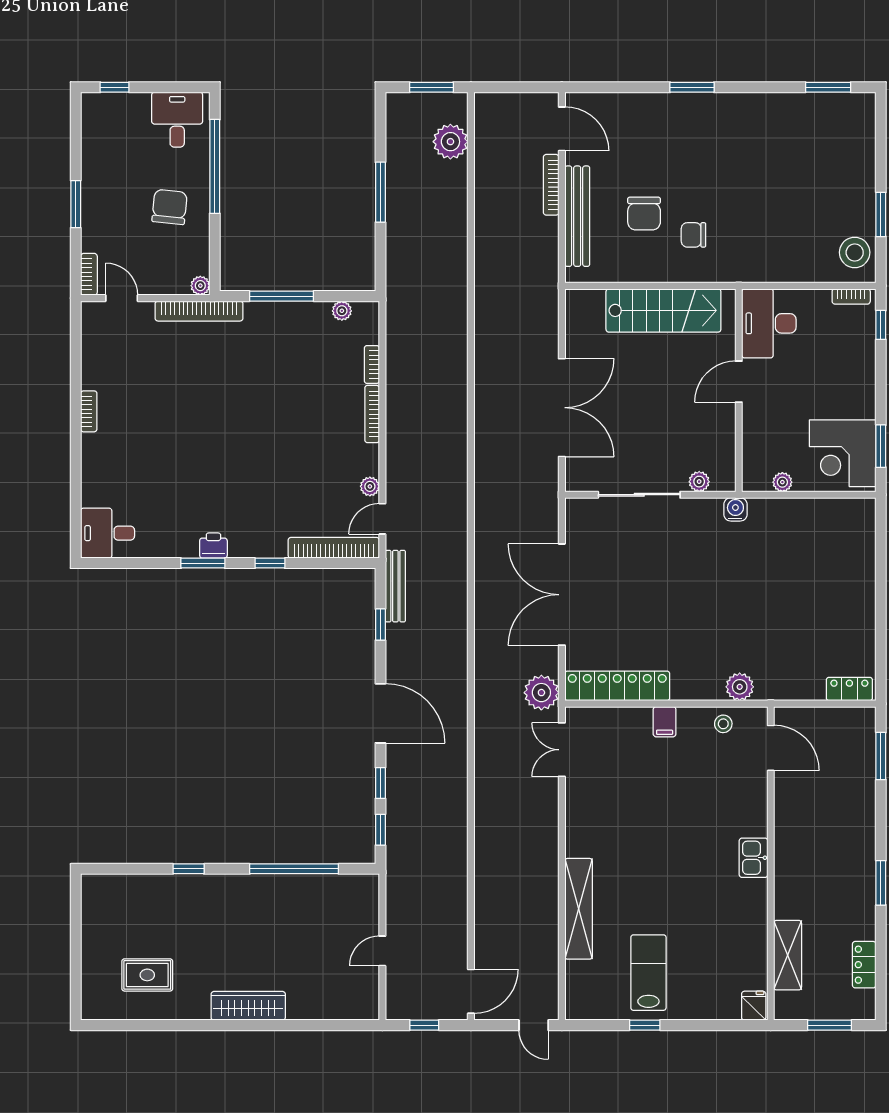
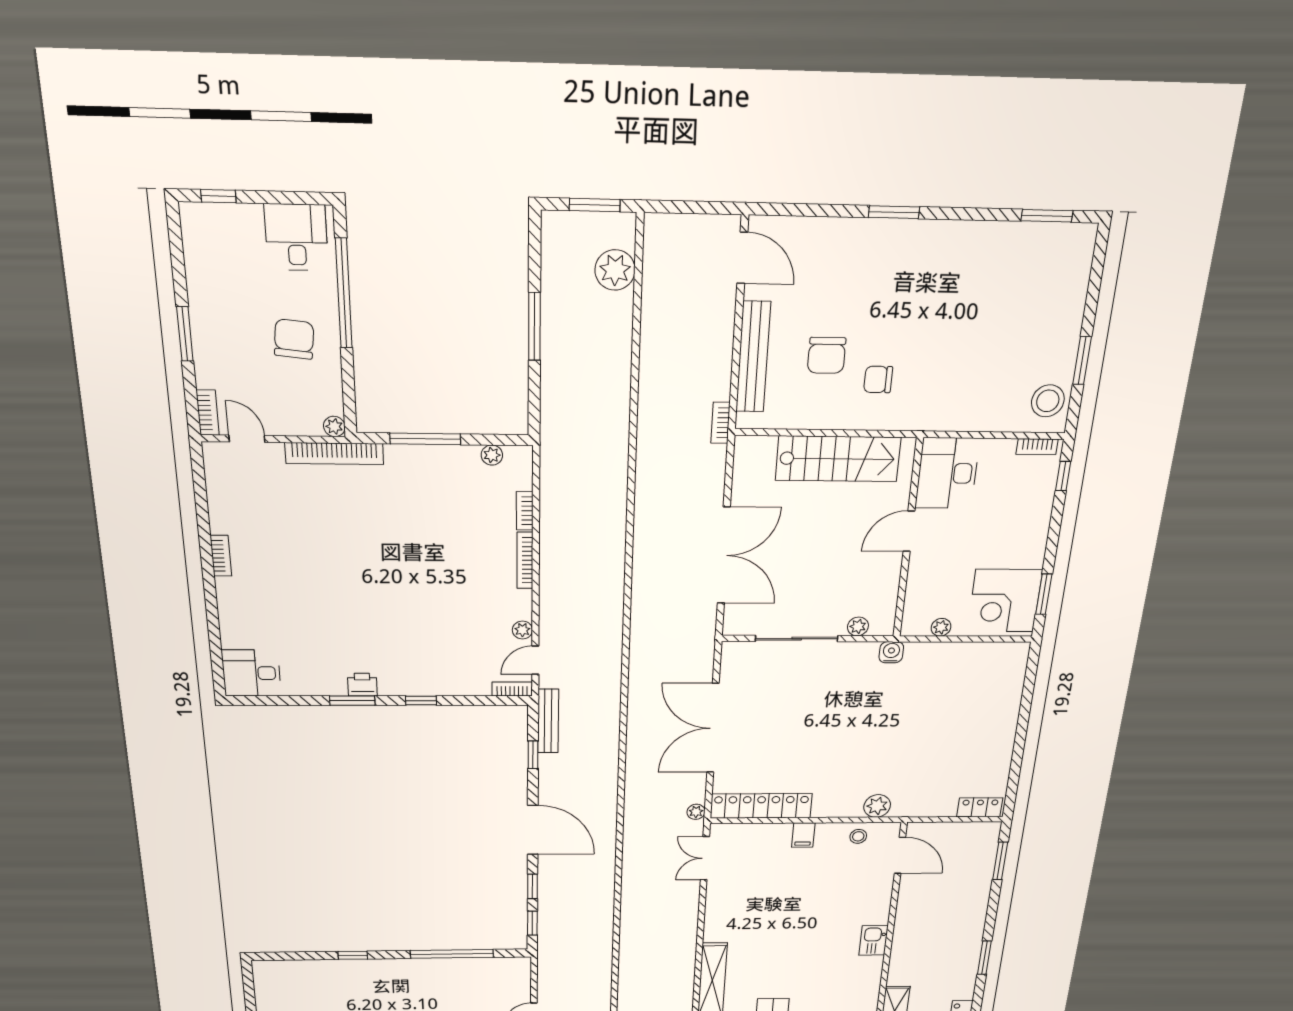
bookcase: (551, 185) -> (720, 423), moved, width x0.64
bookcase: (334, 548) -> (512, 689), width x0.43, depth x0.76
plant: (541, 693) -> (696, 812), width x0.53, depth x0.53

